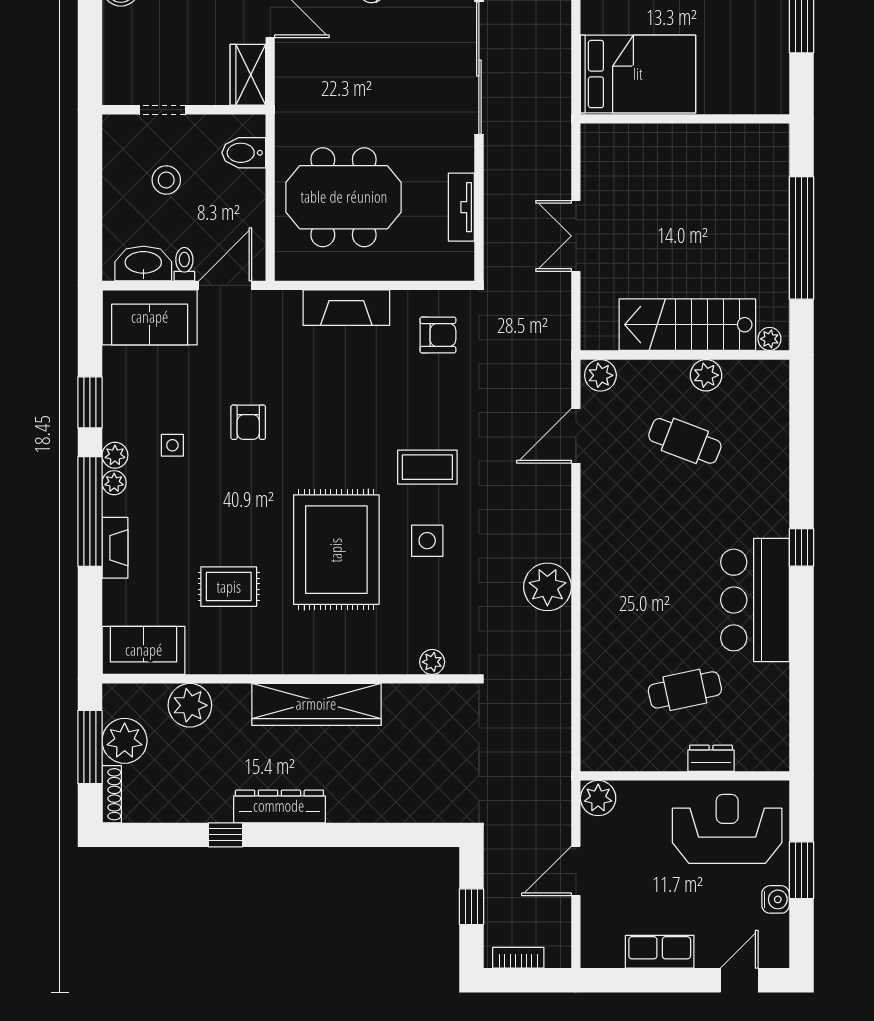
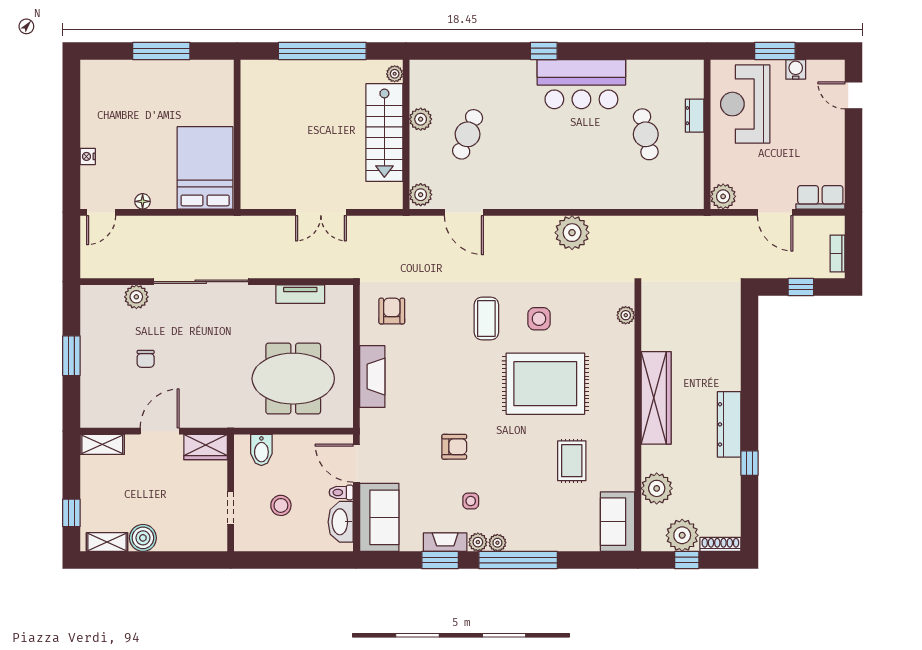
meeting table: (344, 197) -> (293, 379), turned 90
fireplace: (115, 548) -> (445, 542), moved
window: (90, 747) -> (687, 560), width x0.46
row of seats: (660, 952) -> (820, 197), moved, turned 90

